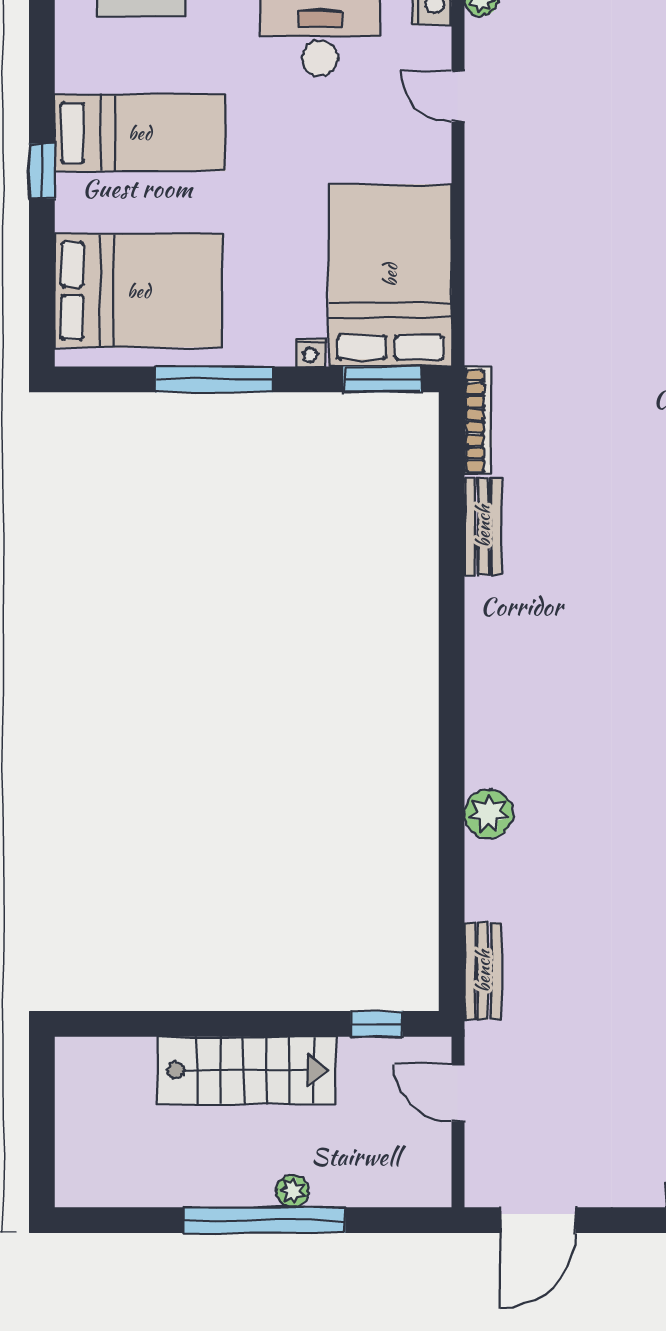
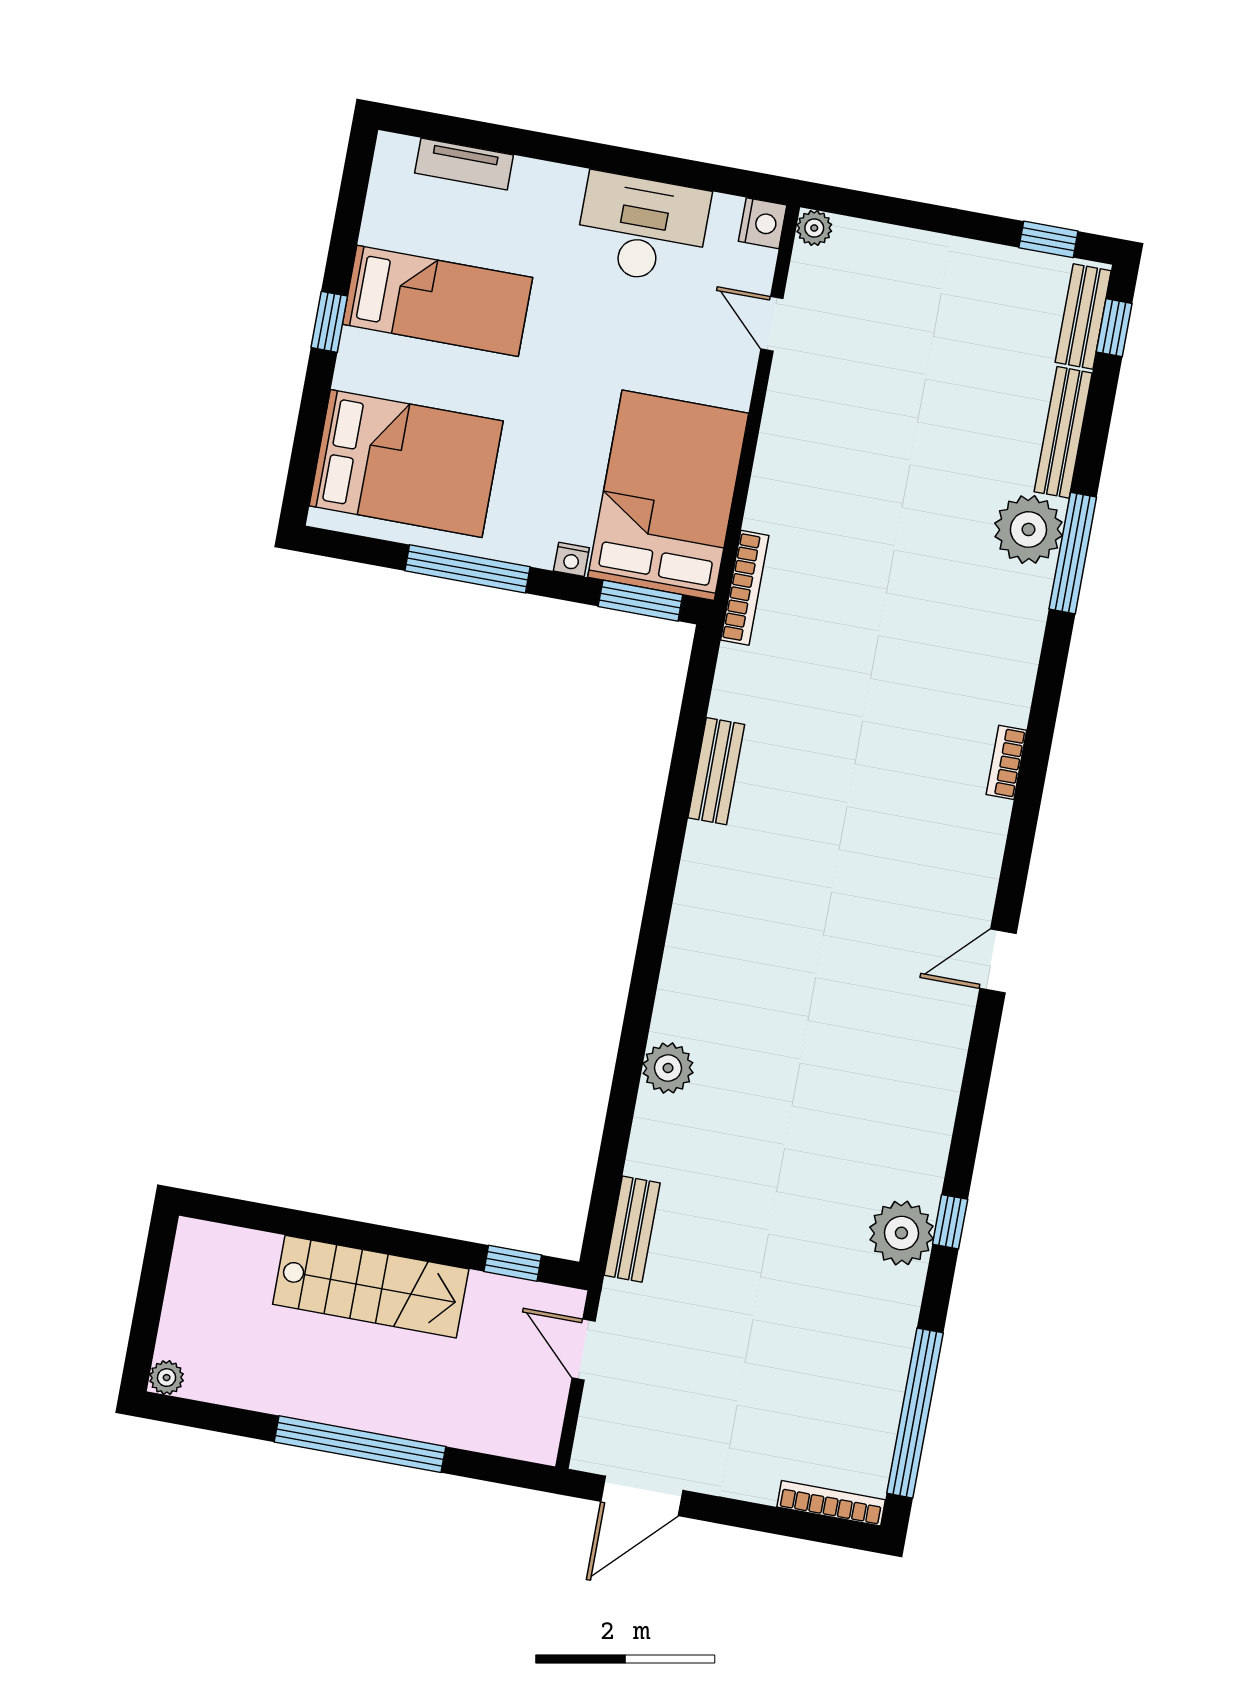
bookcase: (478, 421) -> (745, 588), moved
plant: (293, 1191) -> (167, 1378), moved

